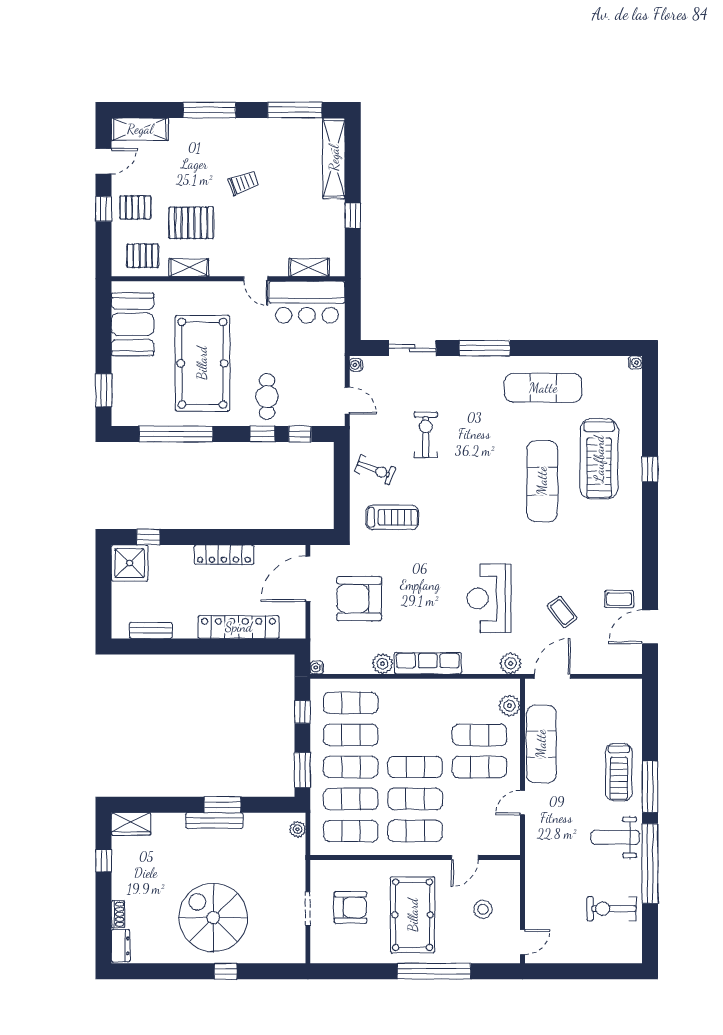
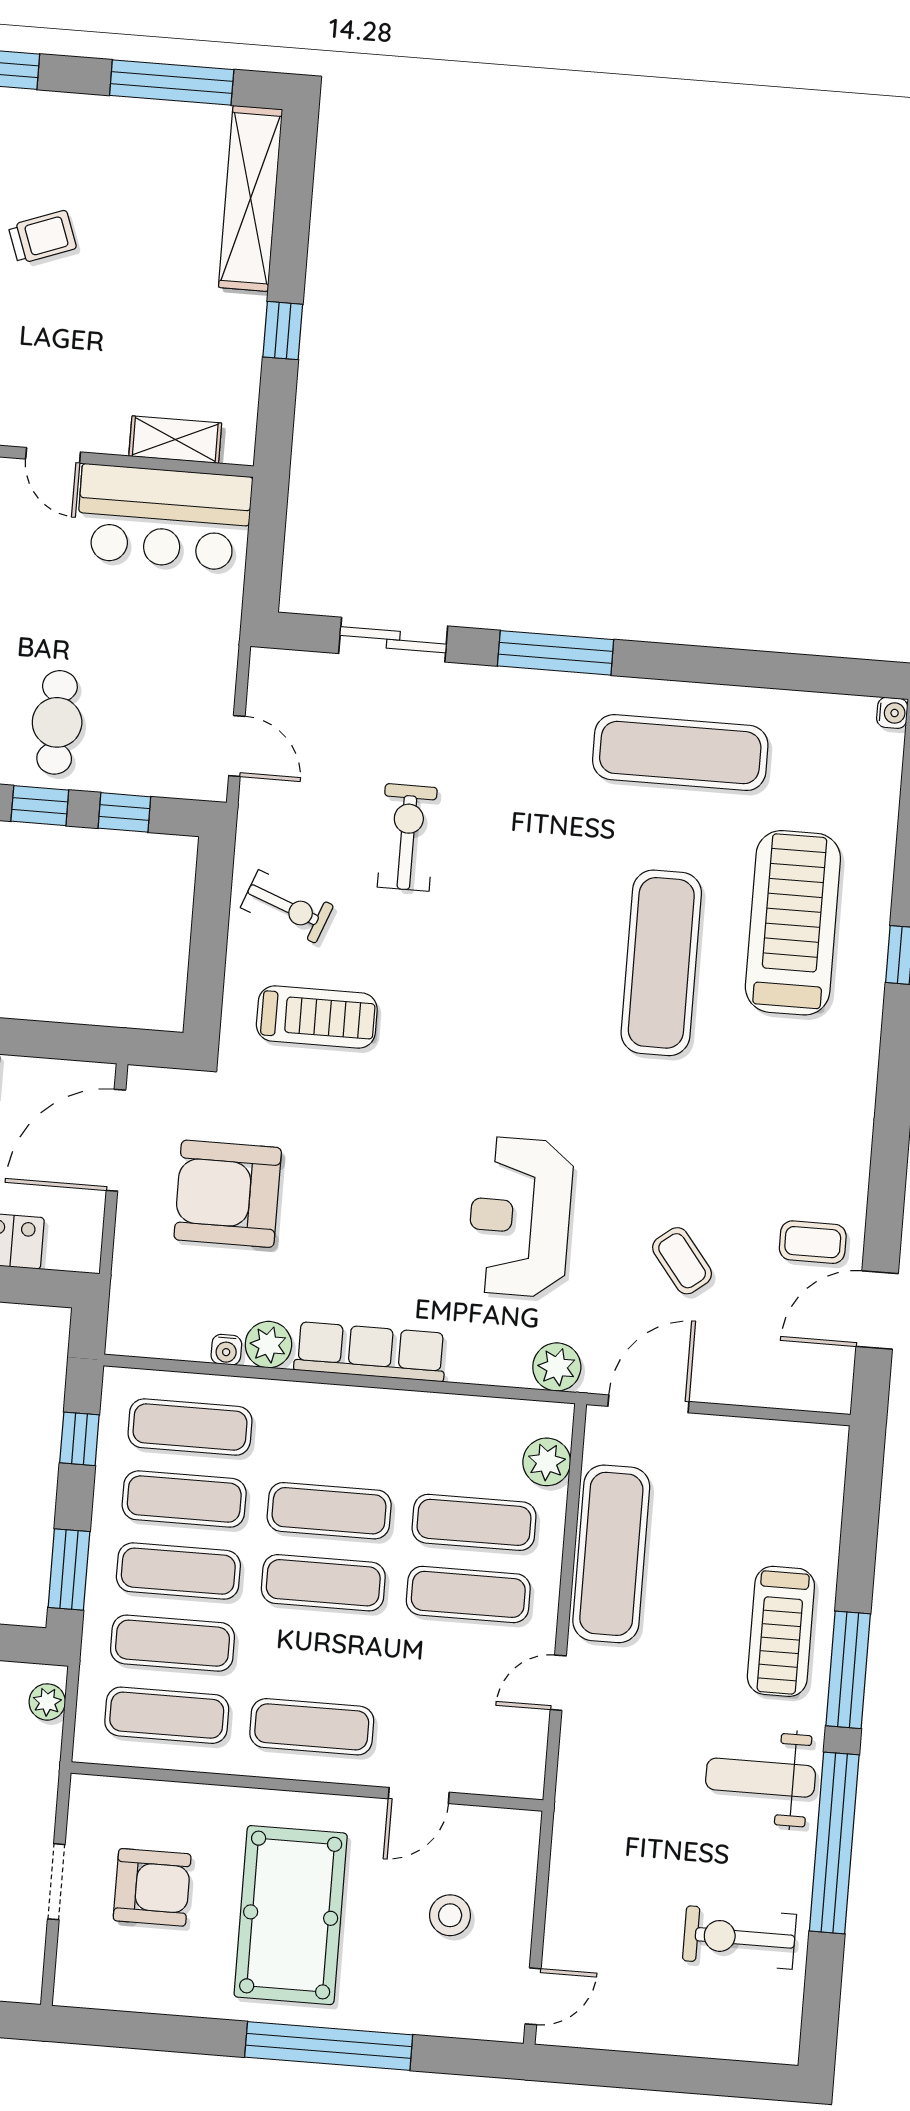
water cooler: (356, 365) -> (263, 667), removed
treadmill: (599, 459) -> (793, 923), turned 180
water cooler: (317, 667) -> (226, 1350), moved, turned -90
exercise mat: (415, 799) -> (329, 1511), moved

